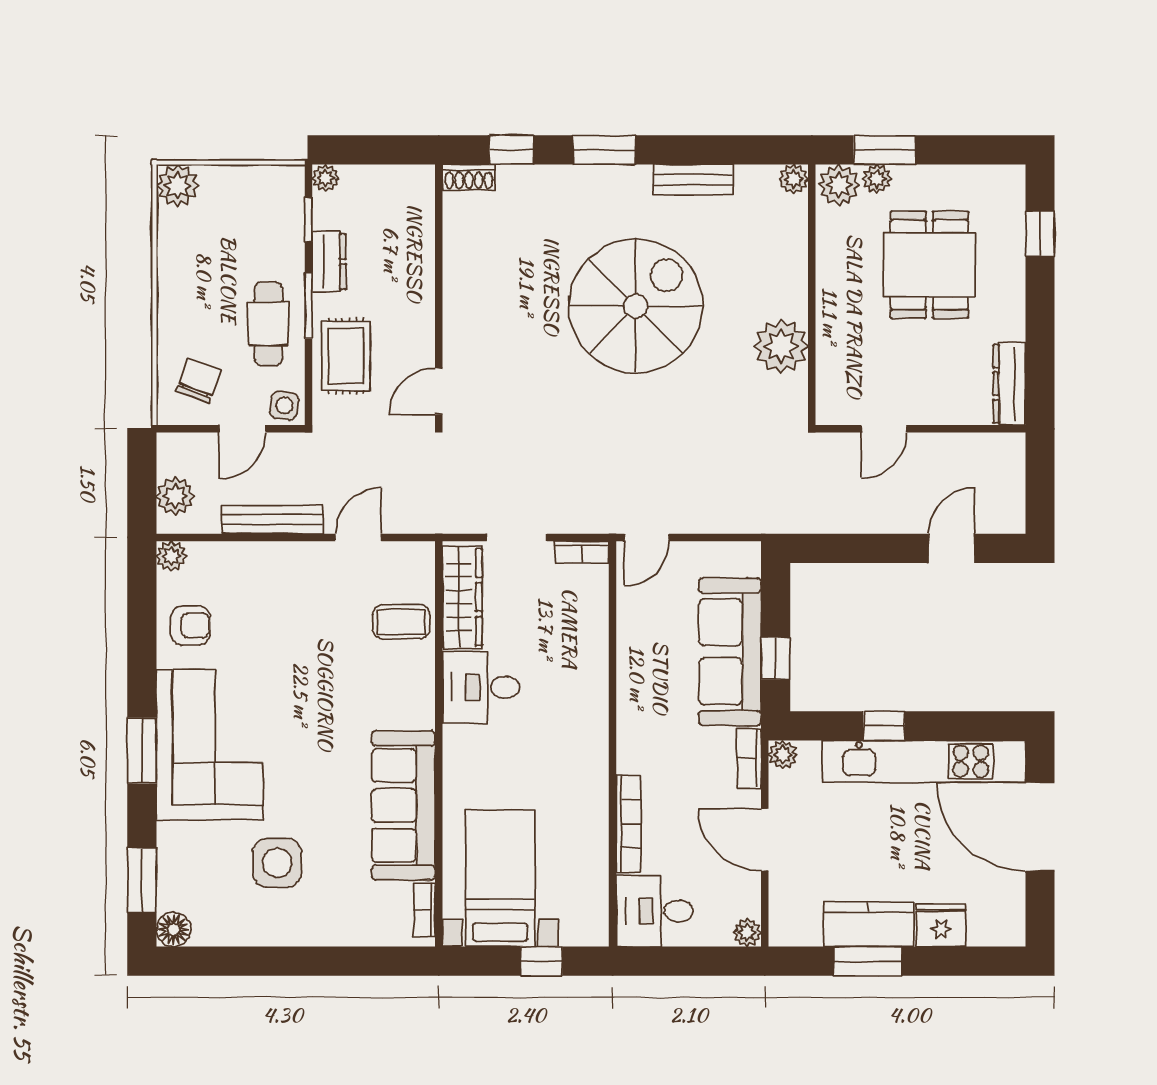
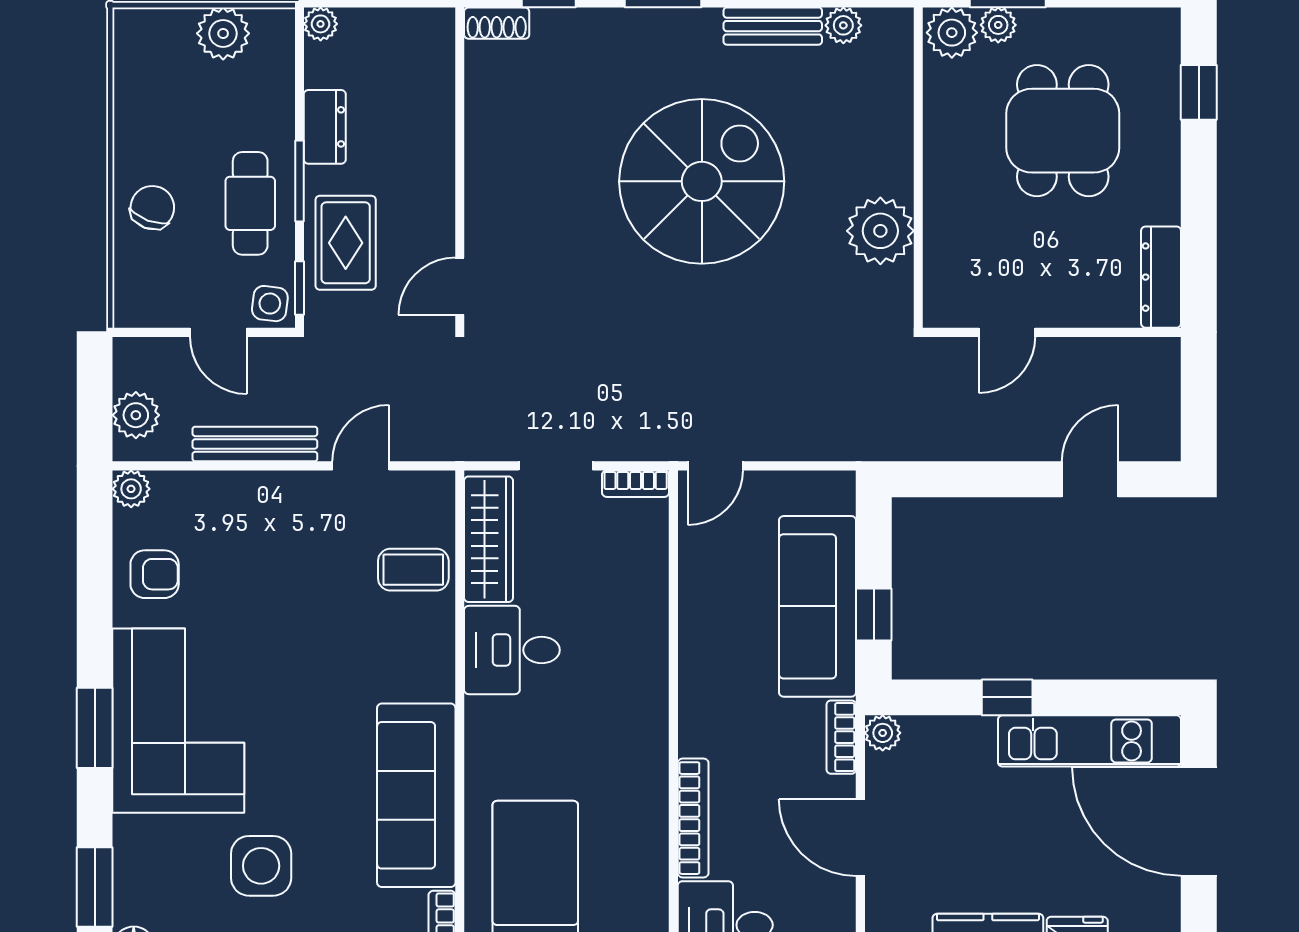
plant: (794, 179) -> (843, 25), moved
plant: (178, 186) -> (223, 33), moved
window: (308, 220) -> (299, 288), moved
chair: (199, 381) -> (152, 208), moved
door: (242, 429) -> (218, 332), hinge flipped
kitchen unit: (924, 761) -> (1090, 741), width x0.73

